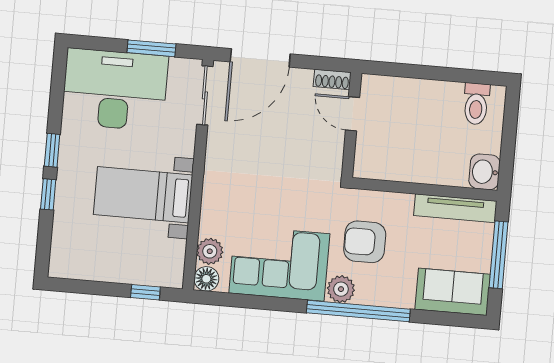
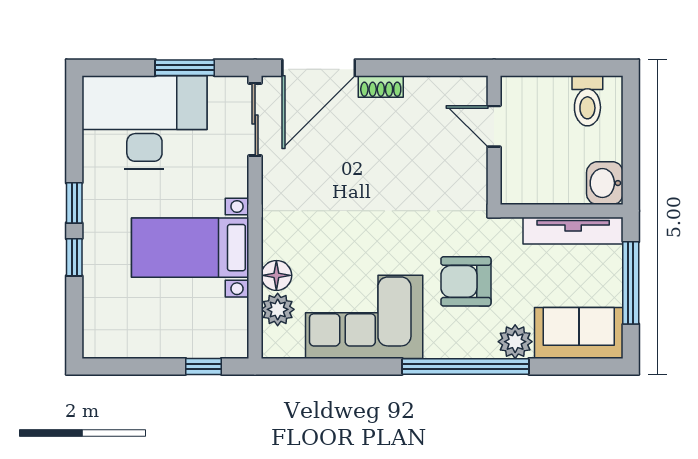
shoe rack: (332, 79) -> (381, 86), moved
door: (353, 114) -> (494, 126), moved
wall: (352, 125) -> (494, 140), moved
floor lamp: (206, 279) -> (276, 275), moved
plant: (341, 289) -> (515, 342), moved

